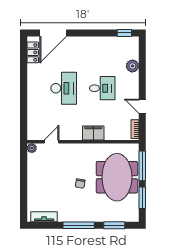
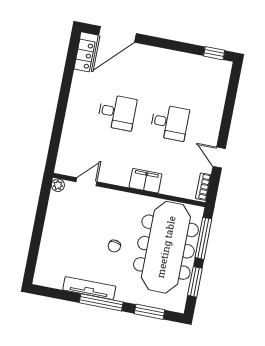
plant: (132, 66) -> (216, 100), removed
desk: (64, 88) -> (117, 112), width x0.73
meeting table: (117, 177) -> (166, 247), width x1.36
tv unit: (44, 217) -> (89, 288), moved, width x1.41

